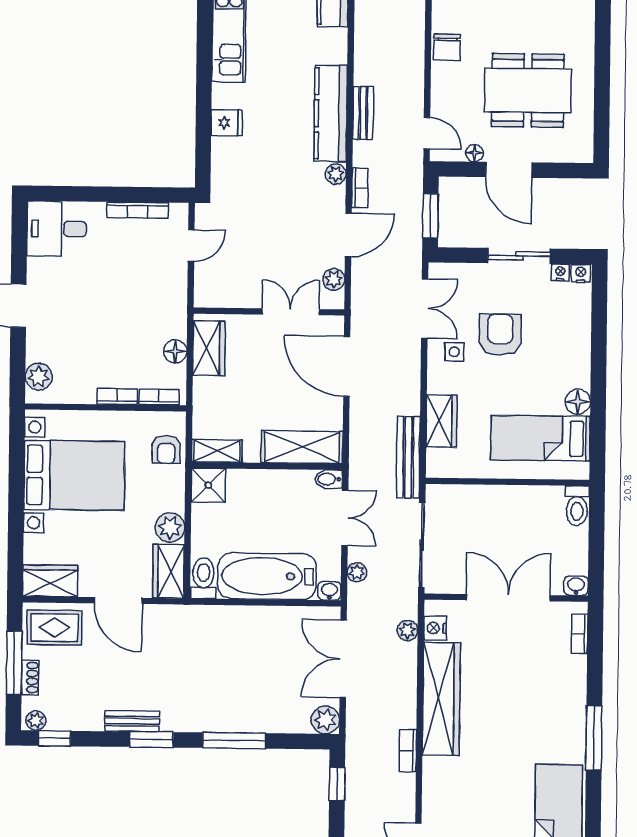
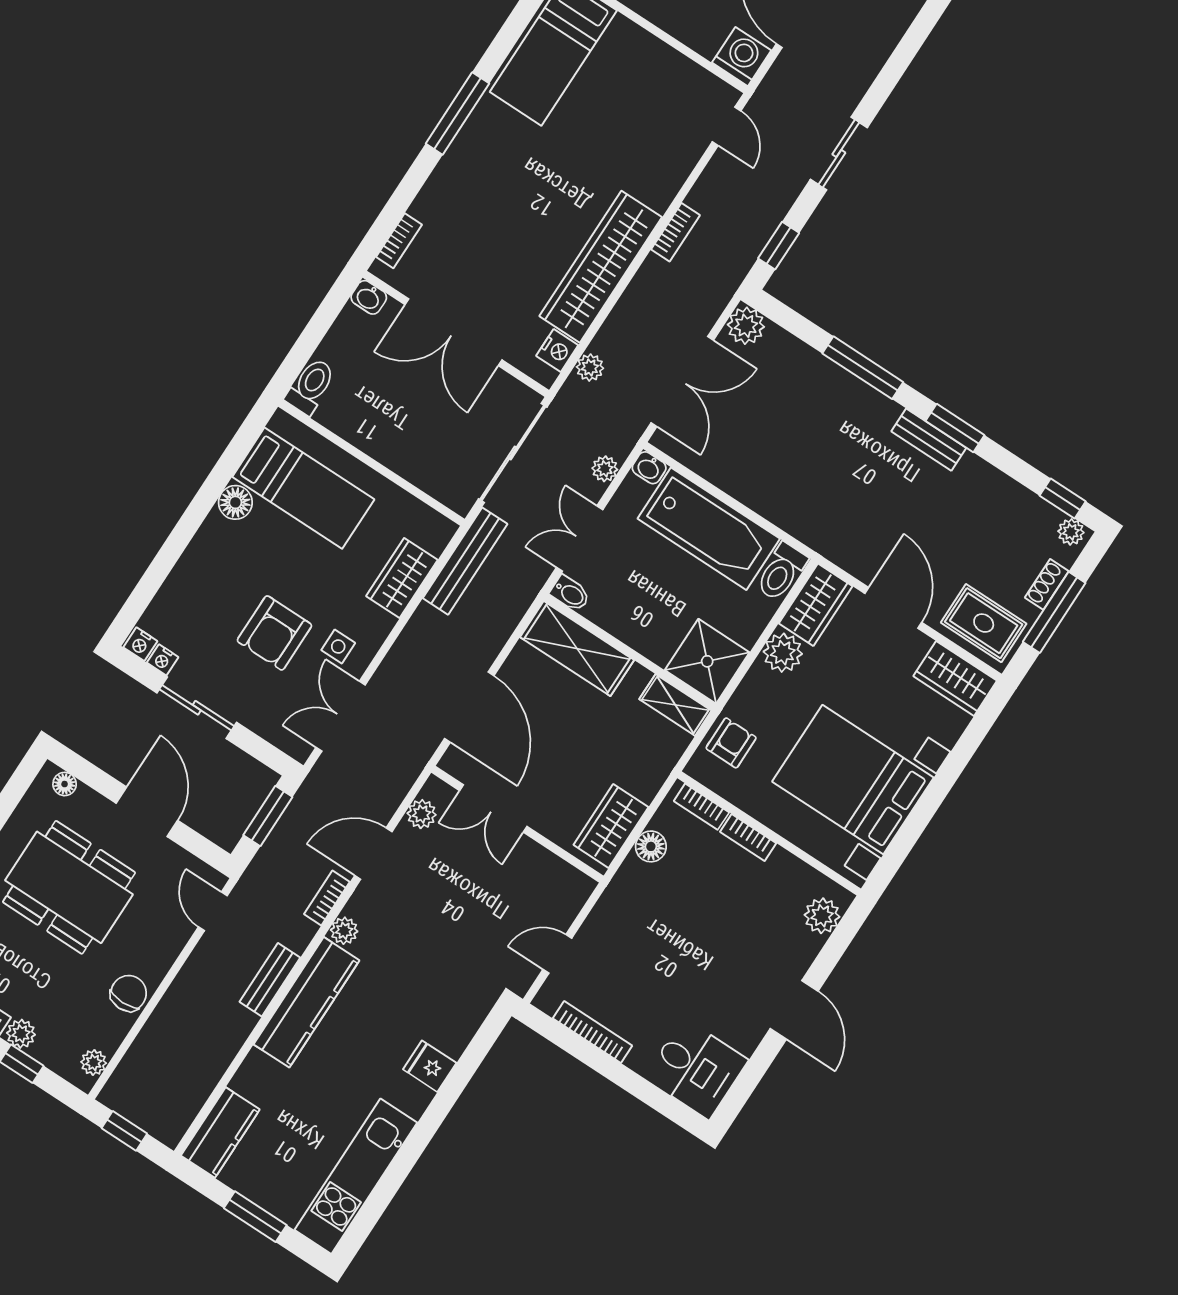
floor lamp: (474, 153) -> (65, 784), moved
shower: (208, 485) -> (707, 661), width x1.36, depth x1.36
bench: (132, 721) -> (929, 440), moved

